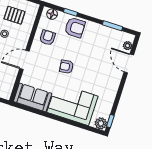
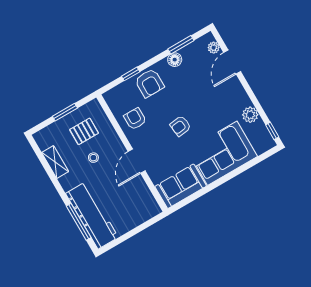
floor lamp: (52, 14) -> (175, 60), moved
armchair: (75, 27) -> (149, 83), turned 90
door: (129, 63) -> (232, 62), hinge flipped
plant: (101, 123) -> (250, 115), moved

